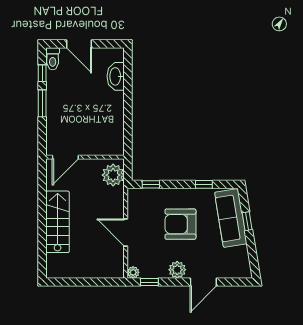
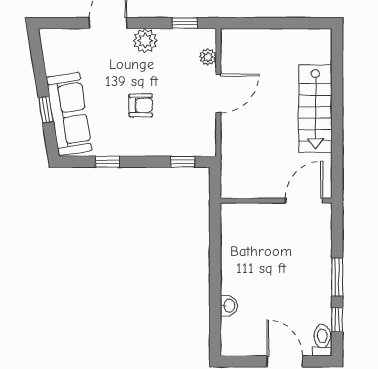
washbasin: (116, 76) -> (229, 306), width x0.52, depth x0.69
plant: (113, 175) -> (236, 175), removed
armchair: (180, 224) -> (141, 105), width x0.53, depth x0.53
door: (126, 232) -> (218, 94), hinge flipped
plant: (133, 272) -> (208, 57), moved

